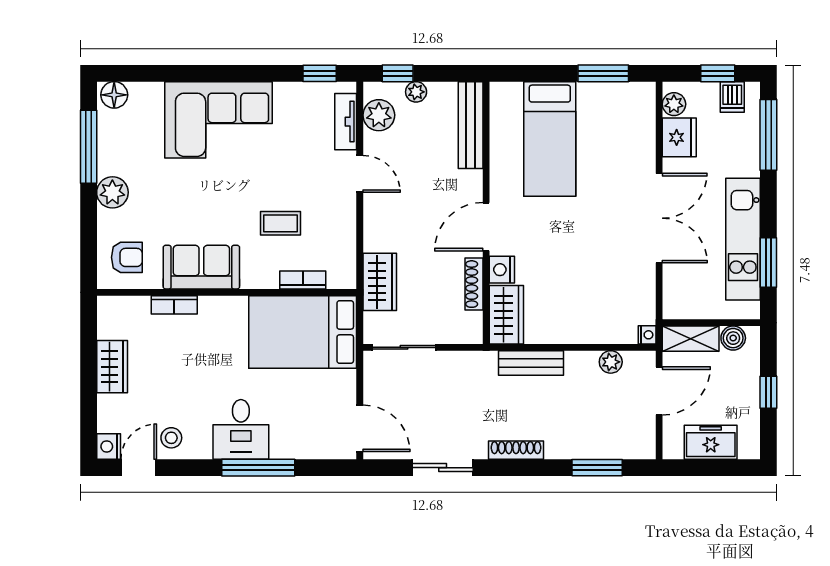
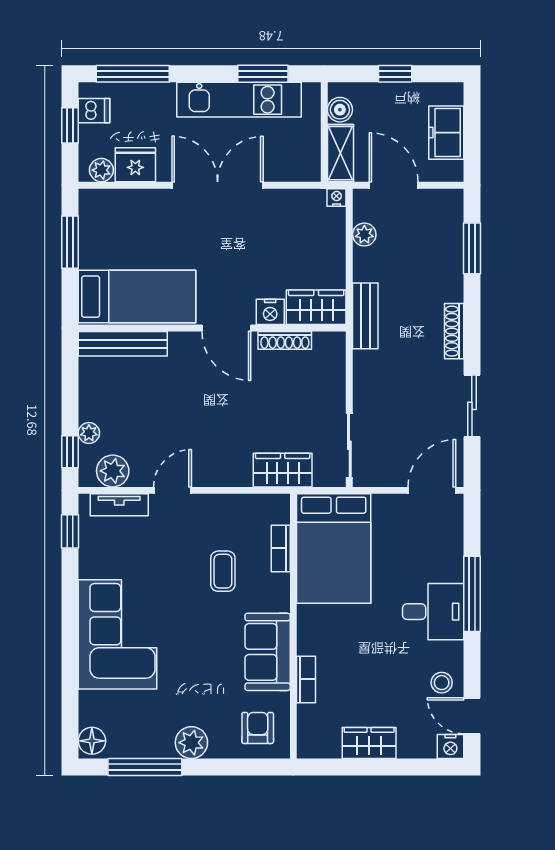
bench: (471, 125) -> (123, 344), moved
wall: (486, 213) -> (212, 328), moved
door: (486, 227) -> (226, 328), moved
nightstand: (502, 270) -> (270, 312), moved
shoe rack: (474, 284) -> (285, 340), moved
wardrobe: (506, 315) -> (316, 307), moved

